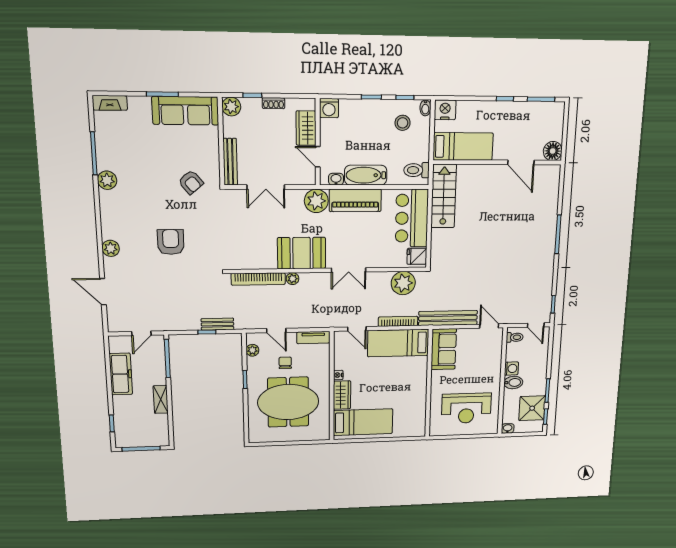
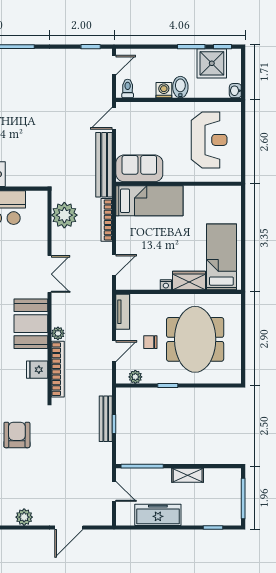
armchair: (171, 242) -> (17, 435), moved, turned 90
fridge: (417, 256) -> (37, 370), moved, turned 90
bench: (217, 324) -> (106, 419), width x1.36
bed: (398, 343) -> (149, 201), moved, turned -90

